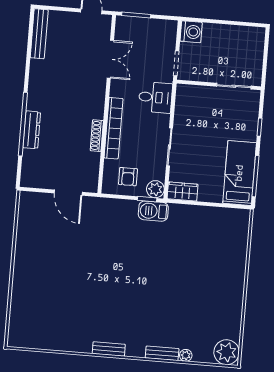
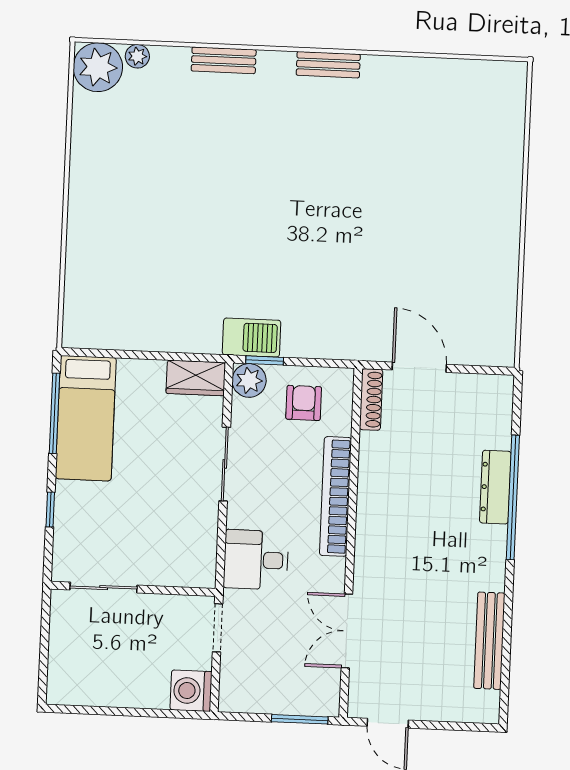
bench: (39, 34) -> (489, 641), moved
shoe rack: (97, 136) -> (371, 399), moved
plant: (186, 355) -> (137, 56), moved

